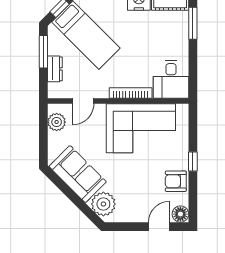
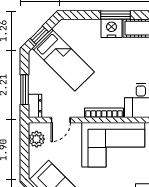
window: (43, 52) -> (24, 90), moved
dresser: (55, 69) -> (35, 106), moved

